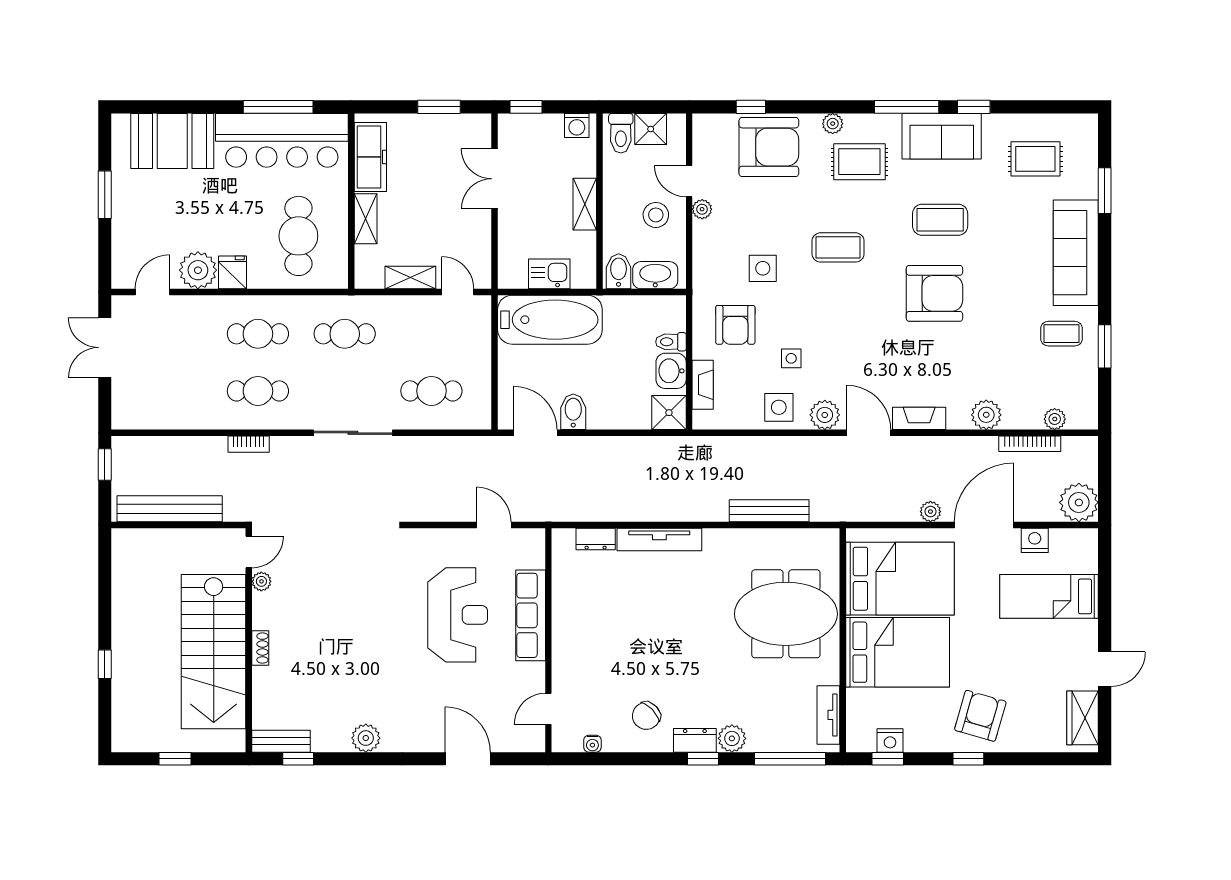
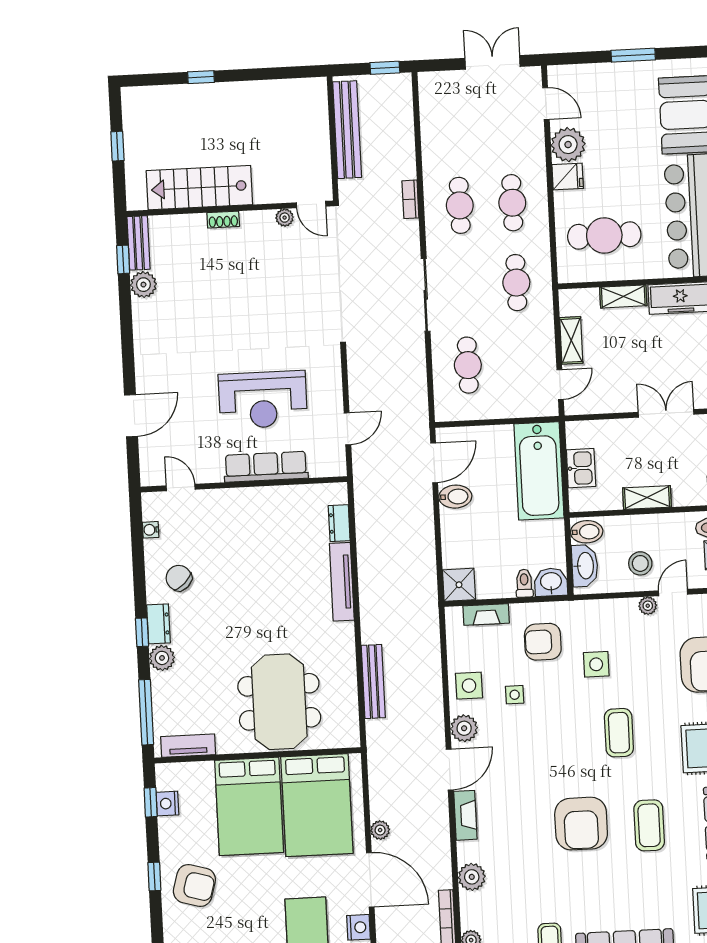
washbasin: (671, 371) -> (551, 582), moved
stairs: (214, 652) -> (199, 188), width x0.73, depth x0.66
plant: (366, 738) -> (143, 285), moved

